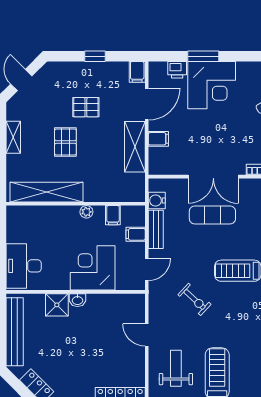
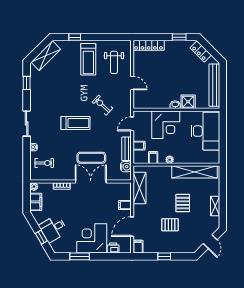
window: (203, 56) -> (80, 256), moved
shelving: (135, 147) -> (139, 188), moved
desk: (24, 266) -> (205, 131), width x1.36, depth x1.30

